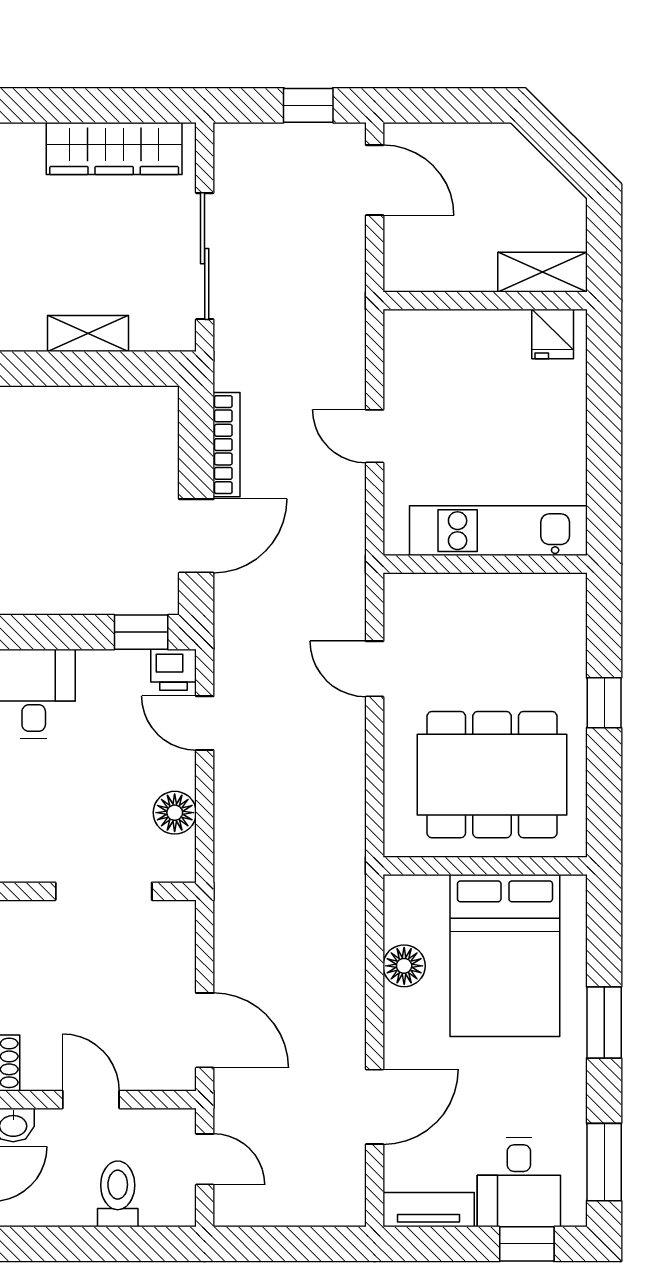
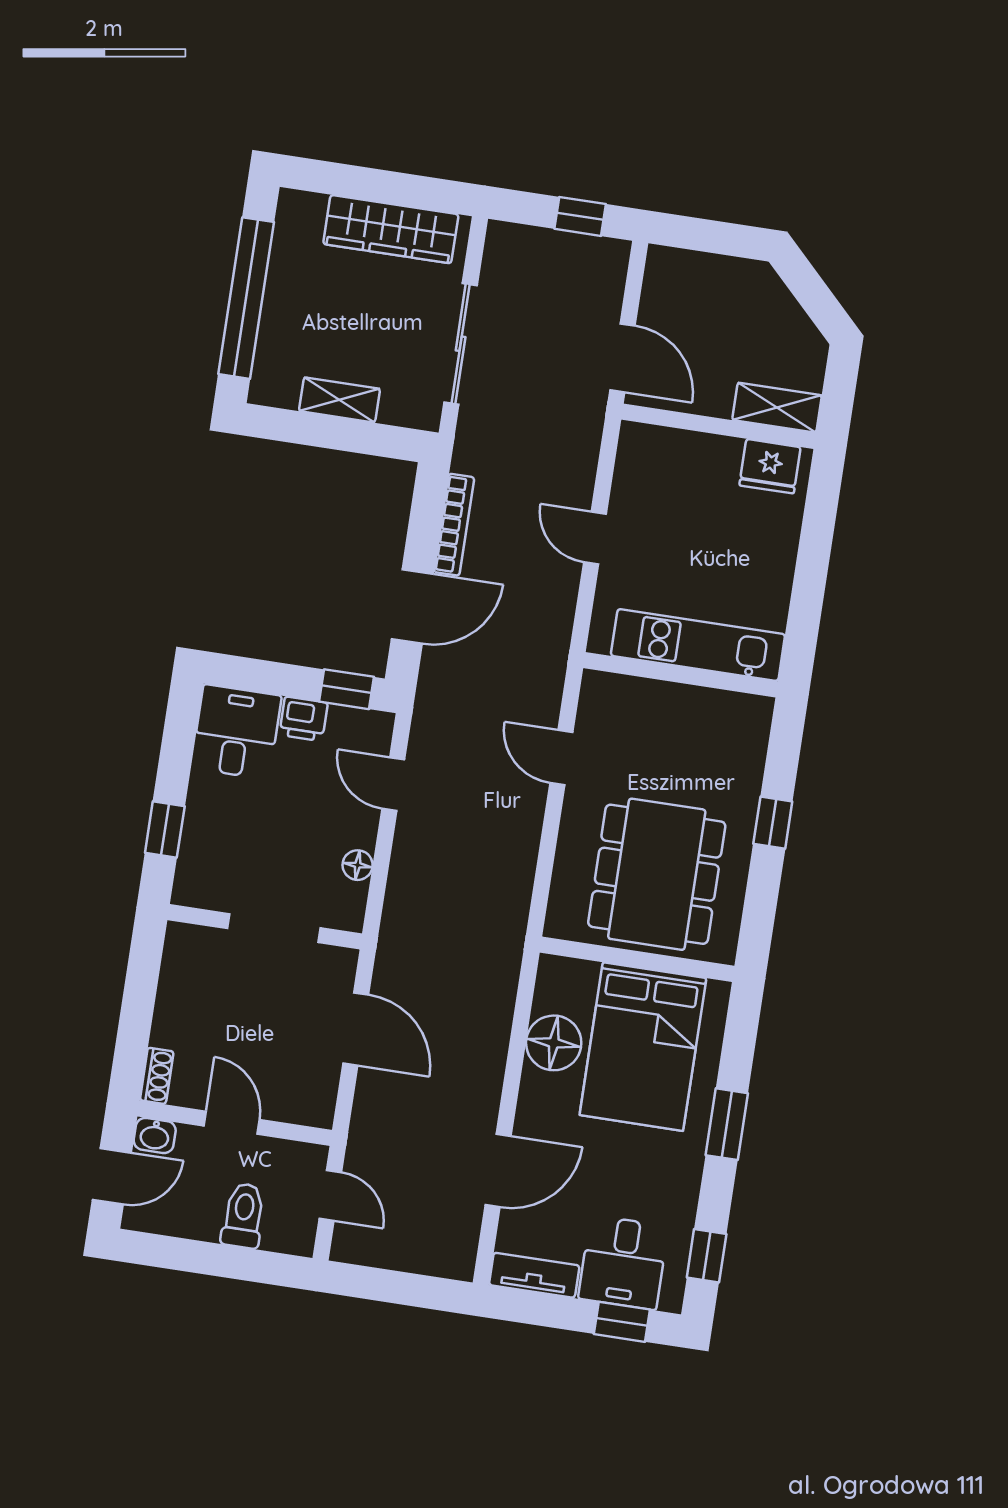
door: (375, 180) -> (622, 358), moved
fridge: (553, 334) -> (770, 466), width x1.38
printer: (173, 670) -> (303, 719), moved
dining table: (492, 775) -> (657, 874), turned 90
floor lamp: (175, 813) -> (358, 865), width x0.73, depth x0.73
floor lamp: (404, 966) -> (554, 1043), width x1.38, depth x1.38
door: (205, 1030) -> (356, 1029), moved
window: (604, 1162) -> (707, 1256), width x0.67

